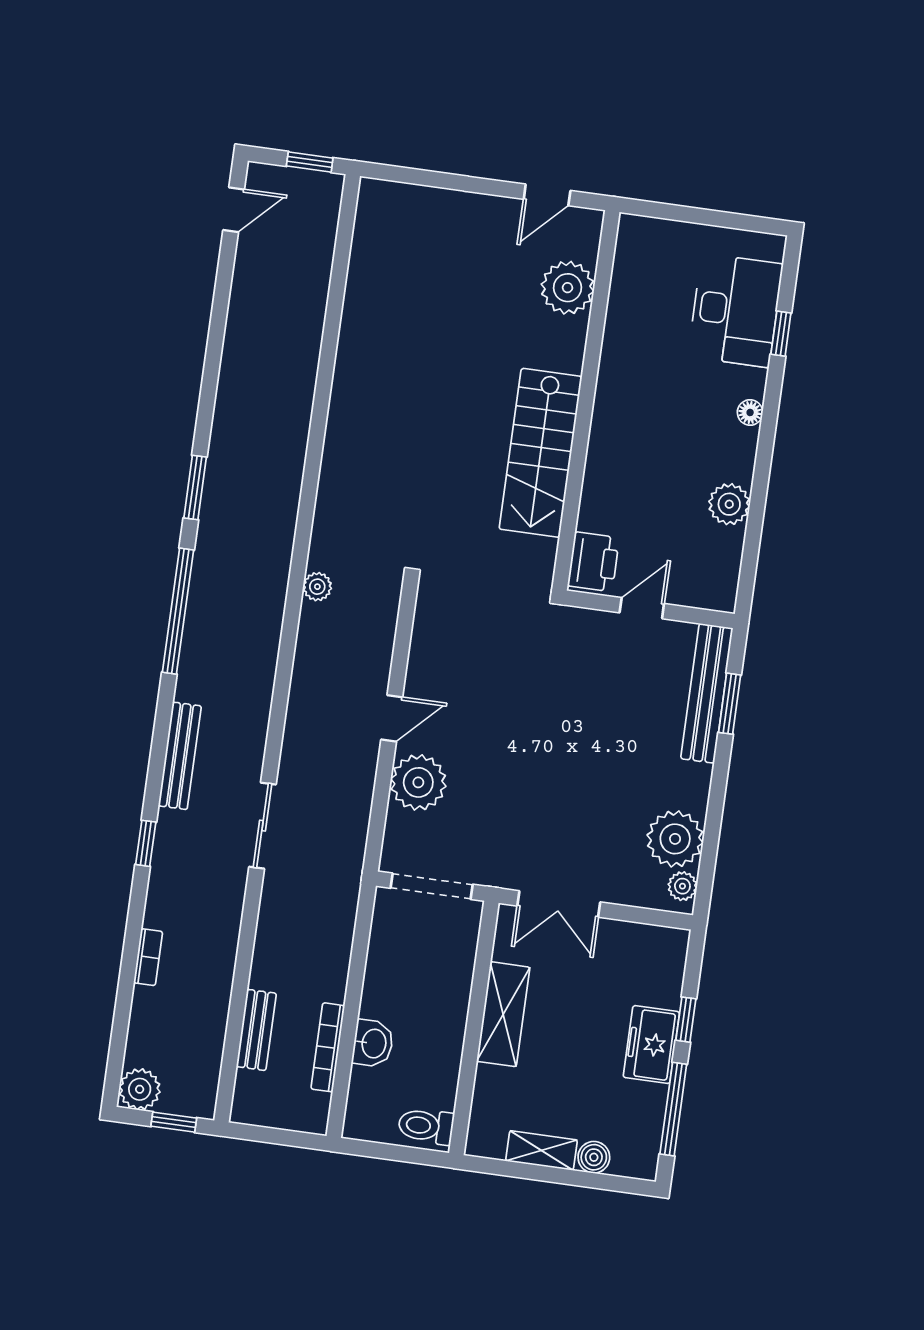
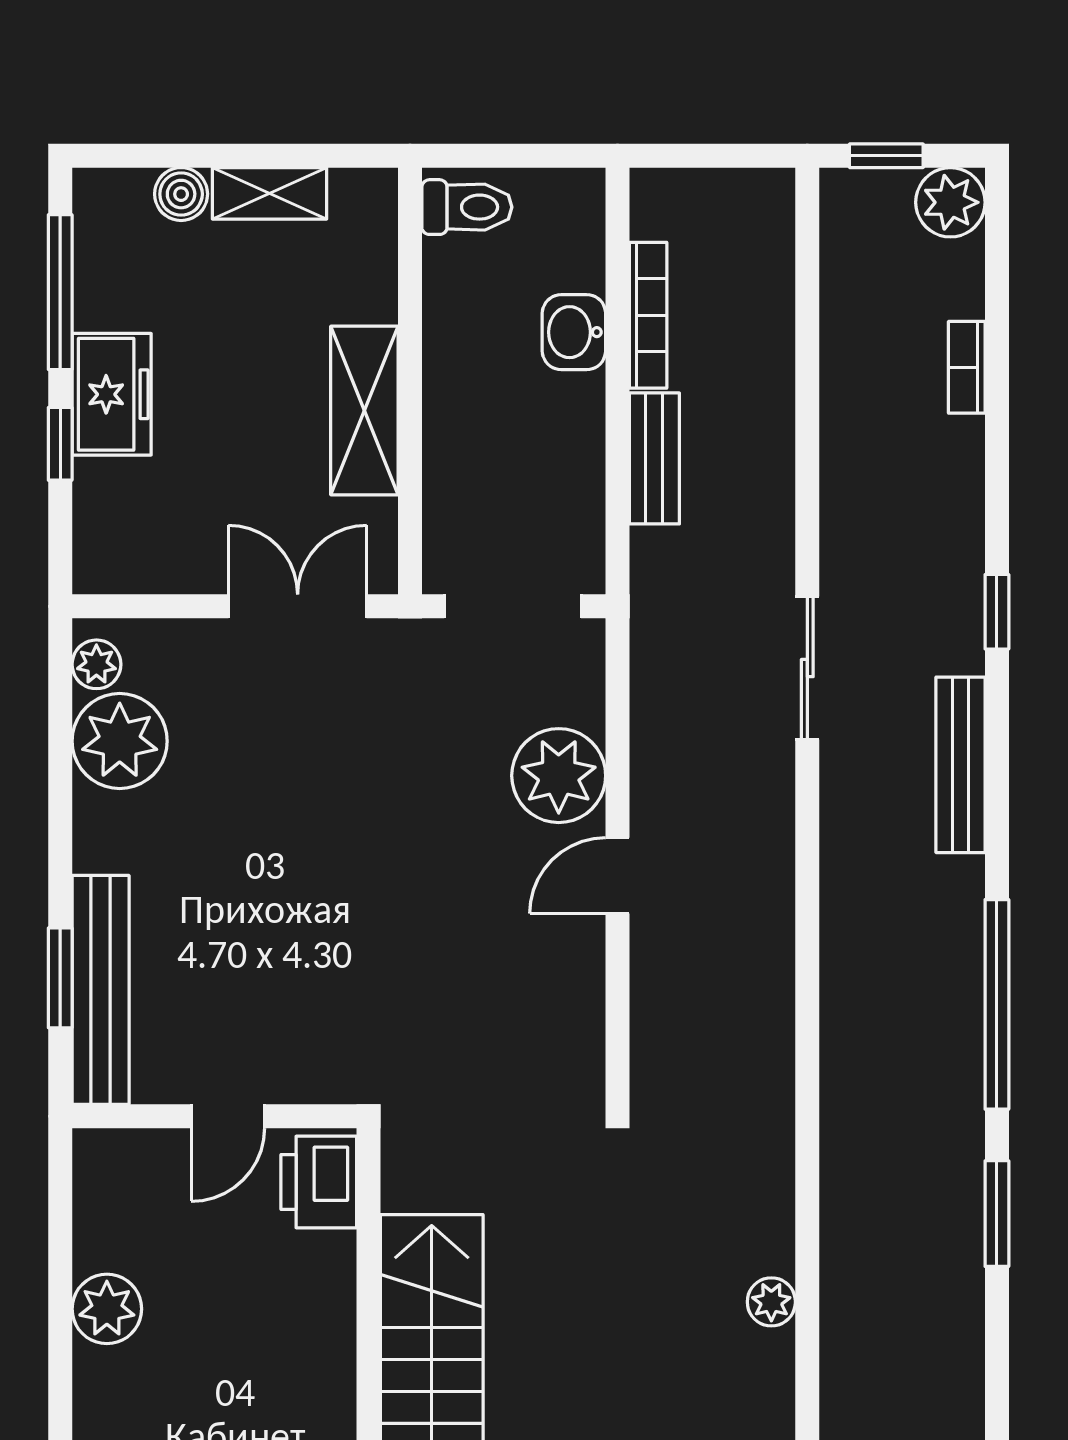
plant: (317, 587) -> (771, 1302), moved
bookcase: (148, 957) -> (967, 367), moved
bench: (256, 1030) -> (654, 458), moved

